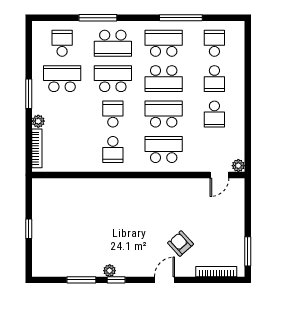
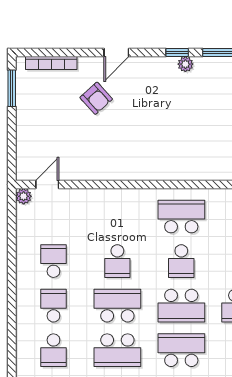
school desk: (164, 114) -> (117, 261), width x0.54
school desk: (113, 150) -> (181, 216), width x1.85
school desk: (164, 150) -> (117, 216), removed

